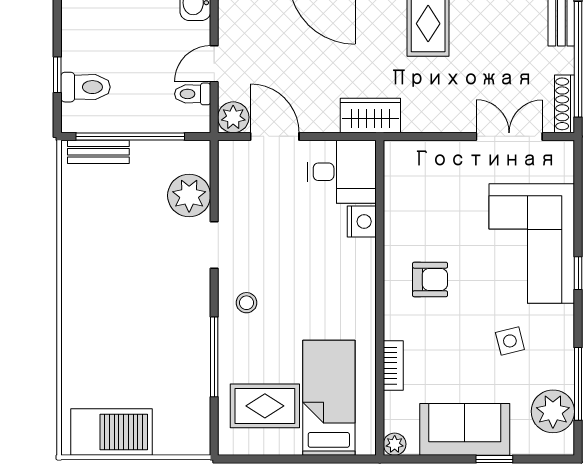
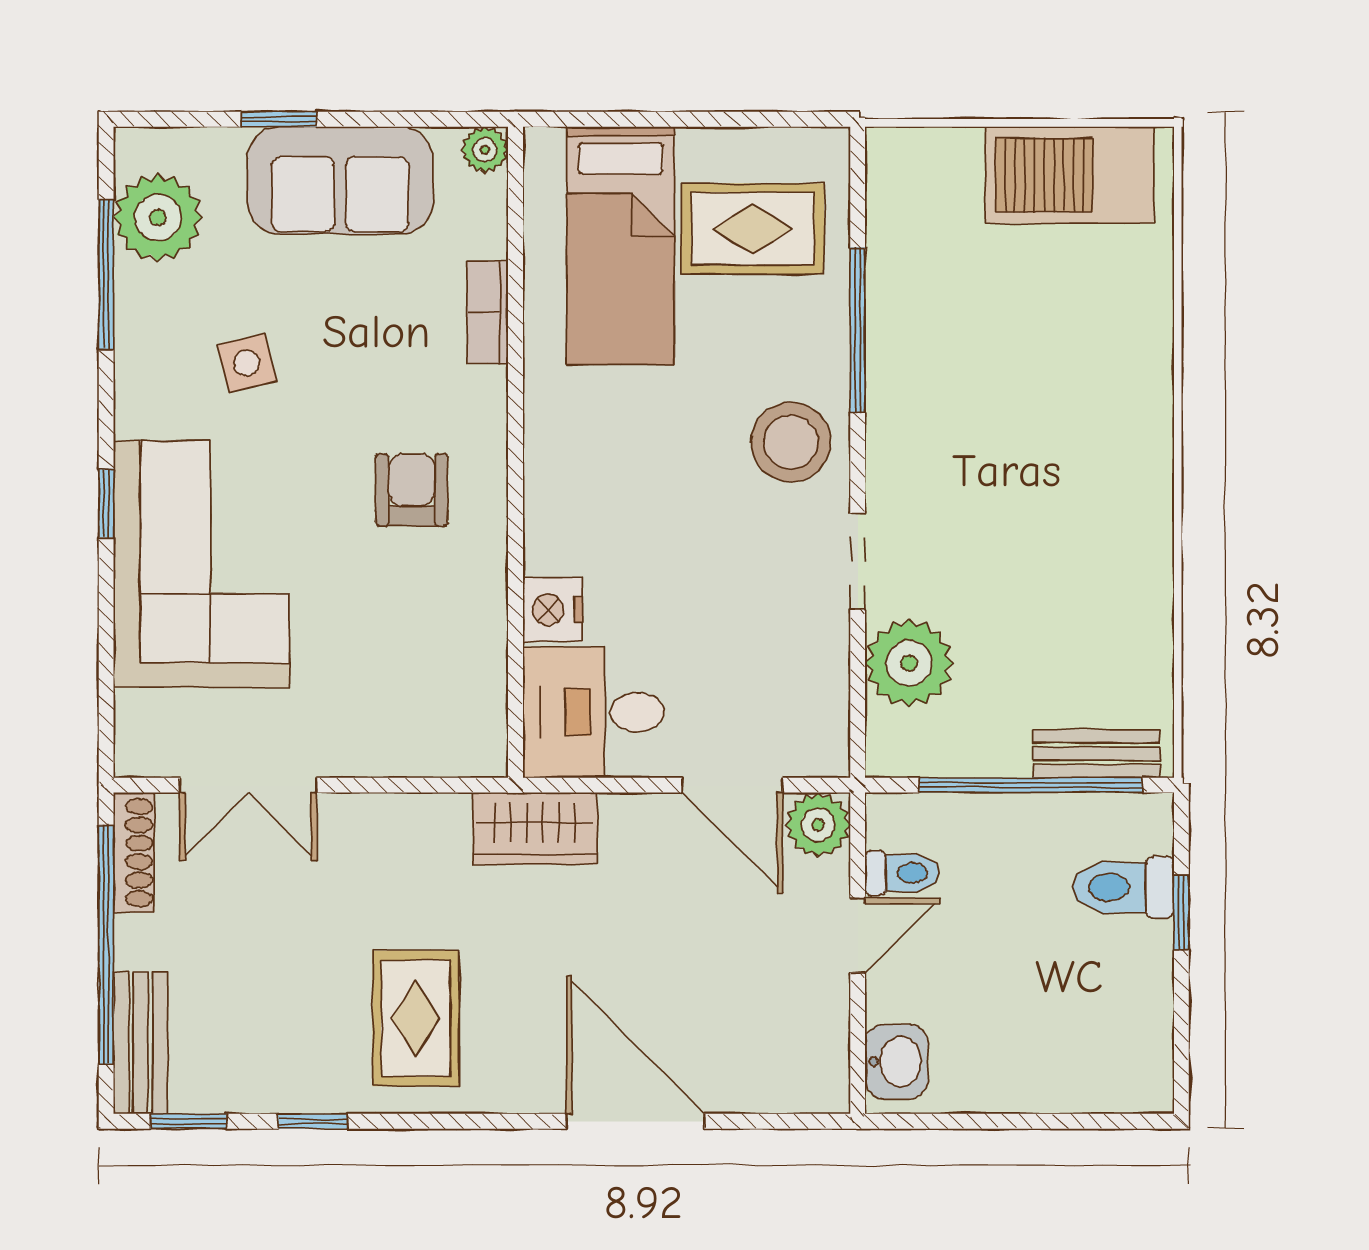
armchair: (430, 279) -> (412, 490), turned 90
stool: (246, 303) -> (791, 442), width x1.89, depth x1.89

